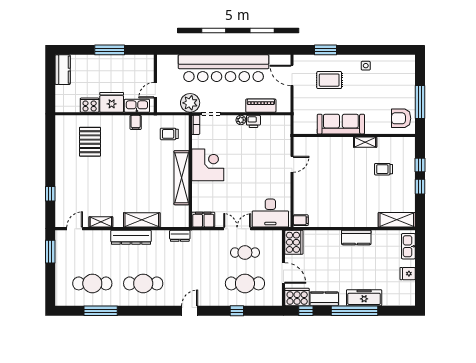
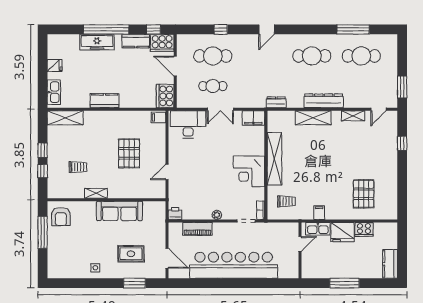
plant: (190, 103) -> (266, 232), removed
armchair: (401, 118) -> (61, 217), turned 90
printer: (253, 121) -> (175, 214), moved
pallet: (331, 183) -> (129, 153), added

